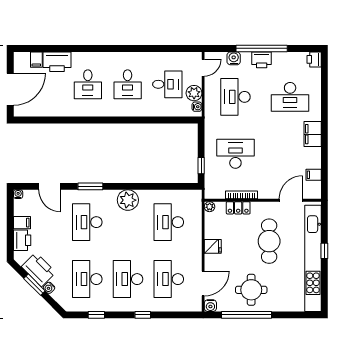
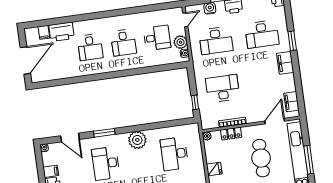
desk: (235, 97) -> (216, 41), turned -90
window: (324, 110) -> (292, 41), added
filing cabinet: (314, 175) -> (291, 102), width x2.00
window: (324, 251) -> (309, 160), width x2.17

